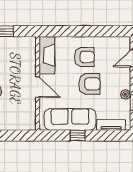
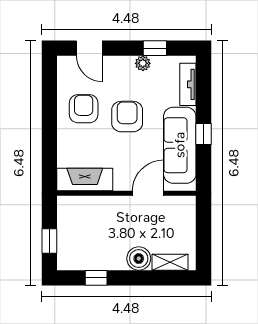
armchair: (84, 57) -> (84, 109), moved
door: (38, 87) -> (148, 193), moved

